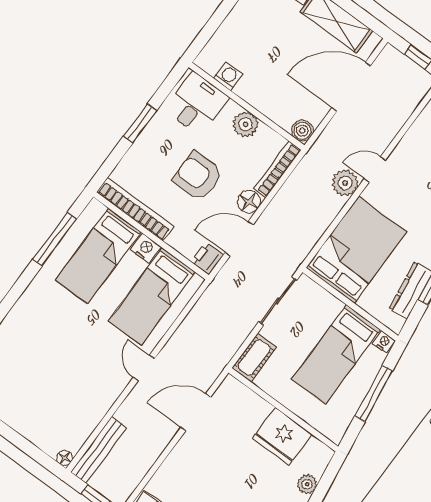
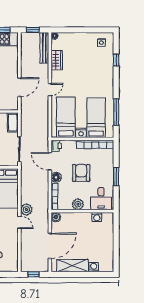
door: (375, 169) -> (19, 222), hinge flipped
armchair: (198, 176) -> (81, 173), turned -90
door: (239, 239) -> (50, 161), swing flipped
door: (144, 368) -> (50, 89), hinge flipped
wardrobe: (93, 411) -> (57, 60), added

